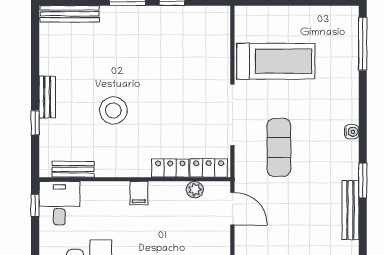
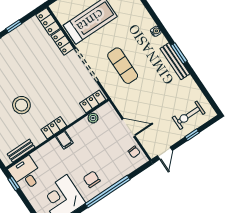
locker: (221, 25) -> (48, 21), added
locker: (221, 65) -> (62, 42), added
locker: (170, 168) -> (54, 128), moved
door: (232, 209) -> (128, 128), moved
bench: (350, 210) -> (175, 61), moved

